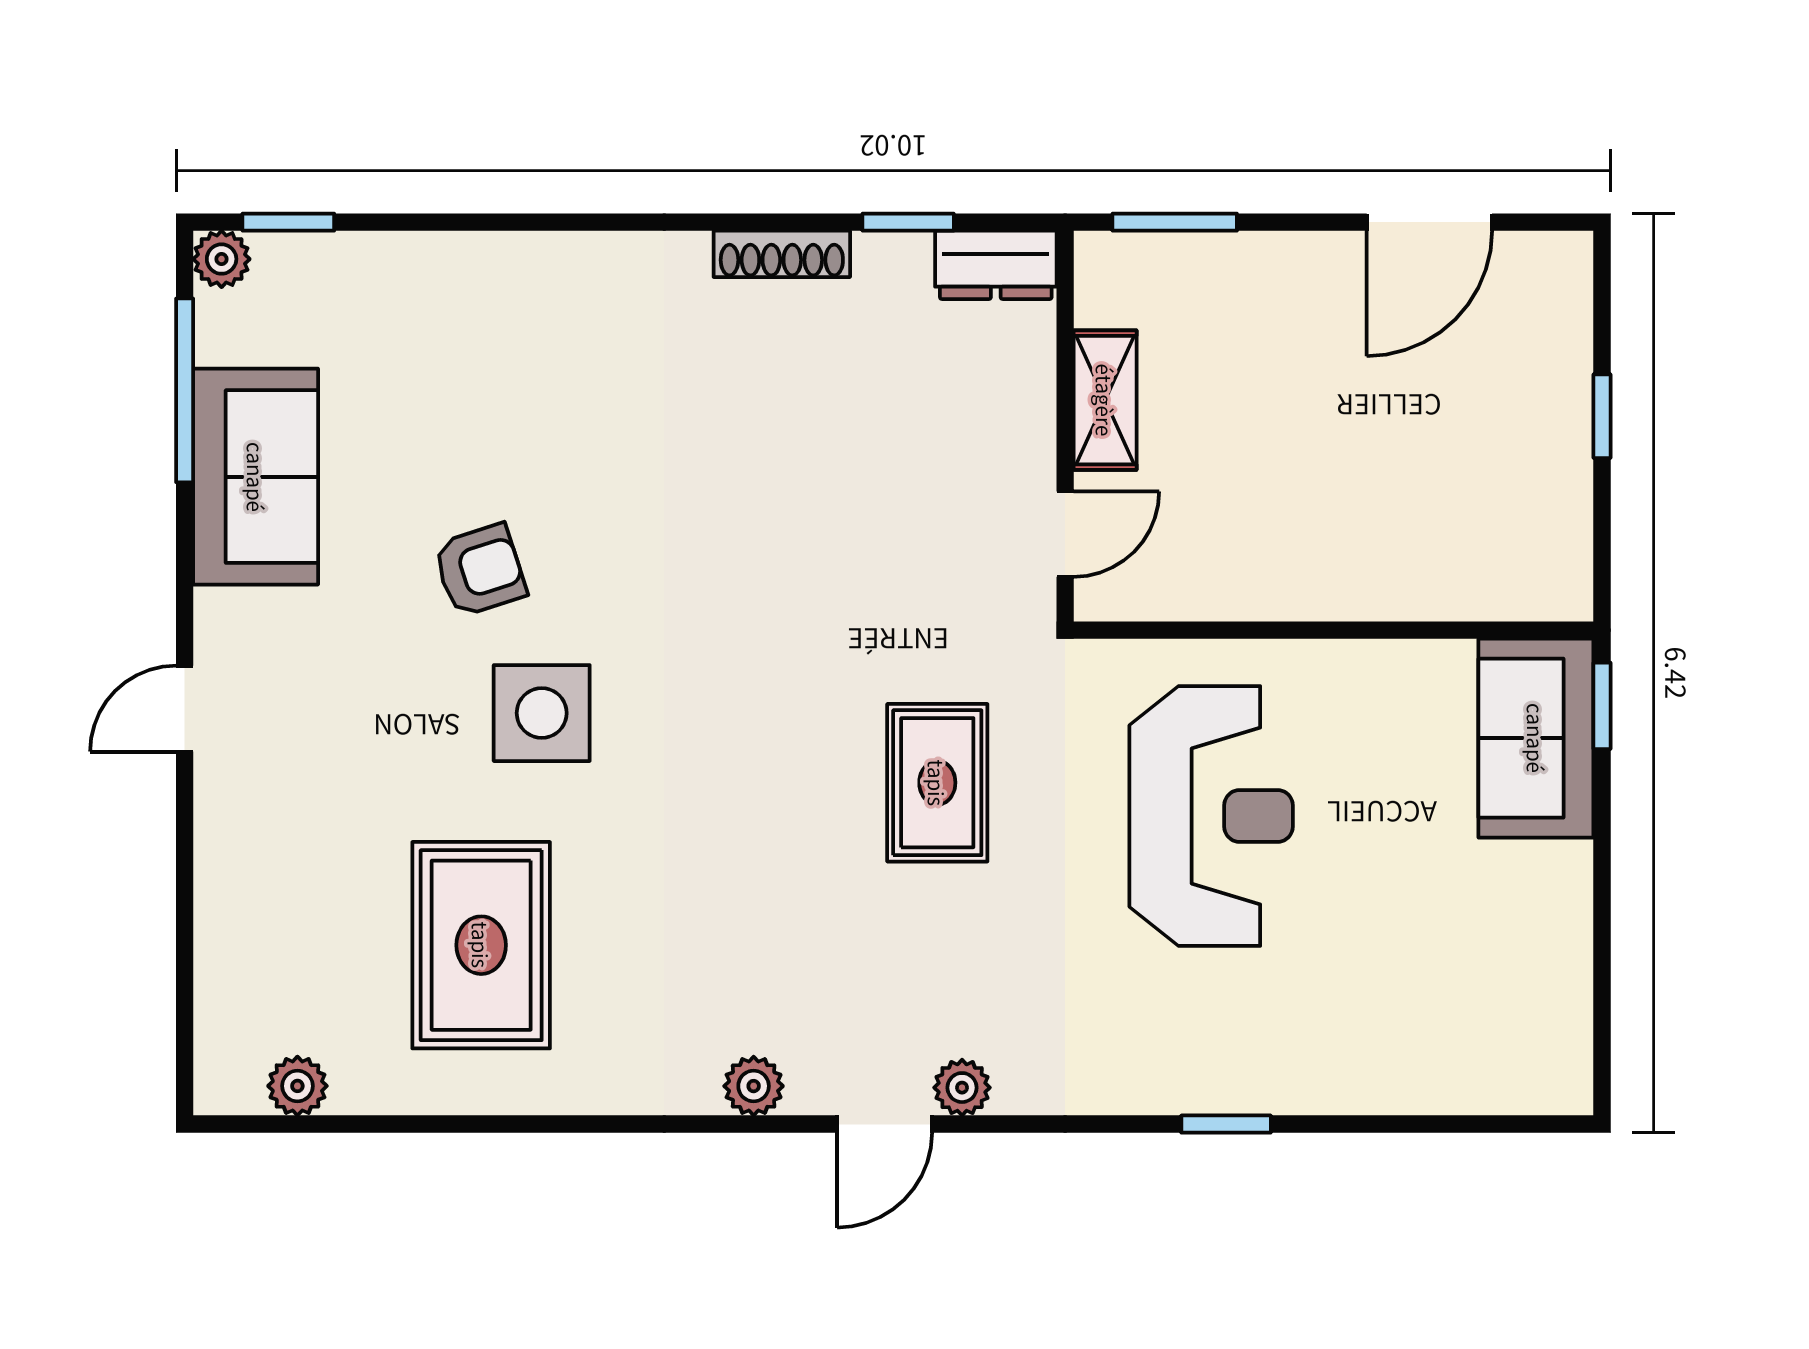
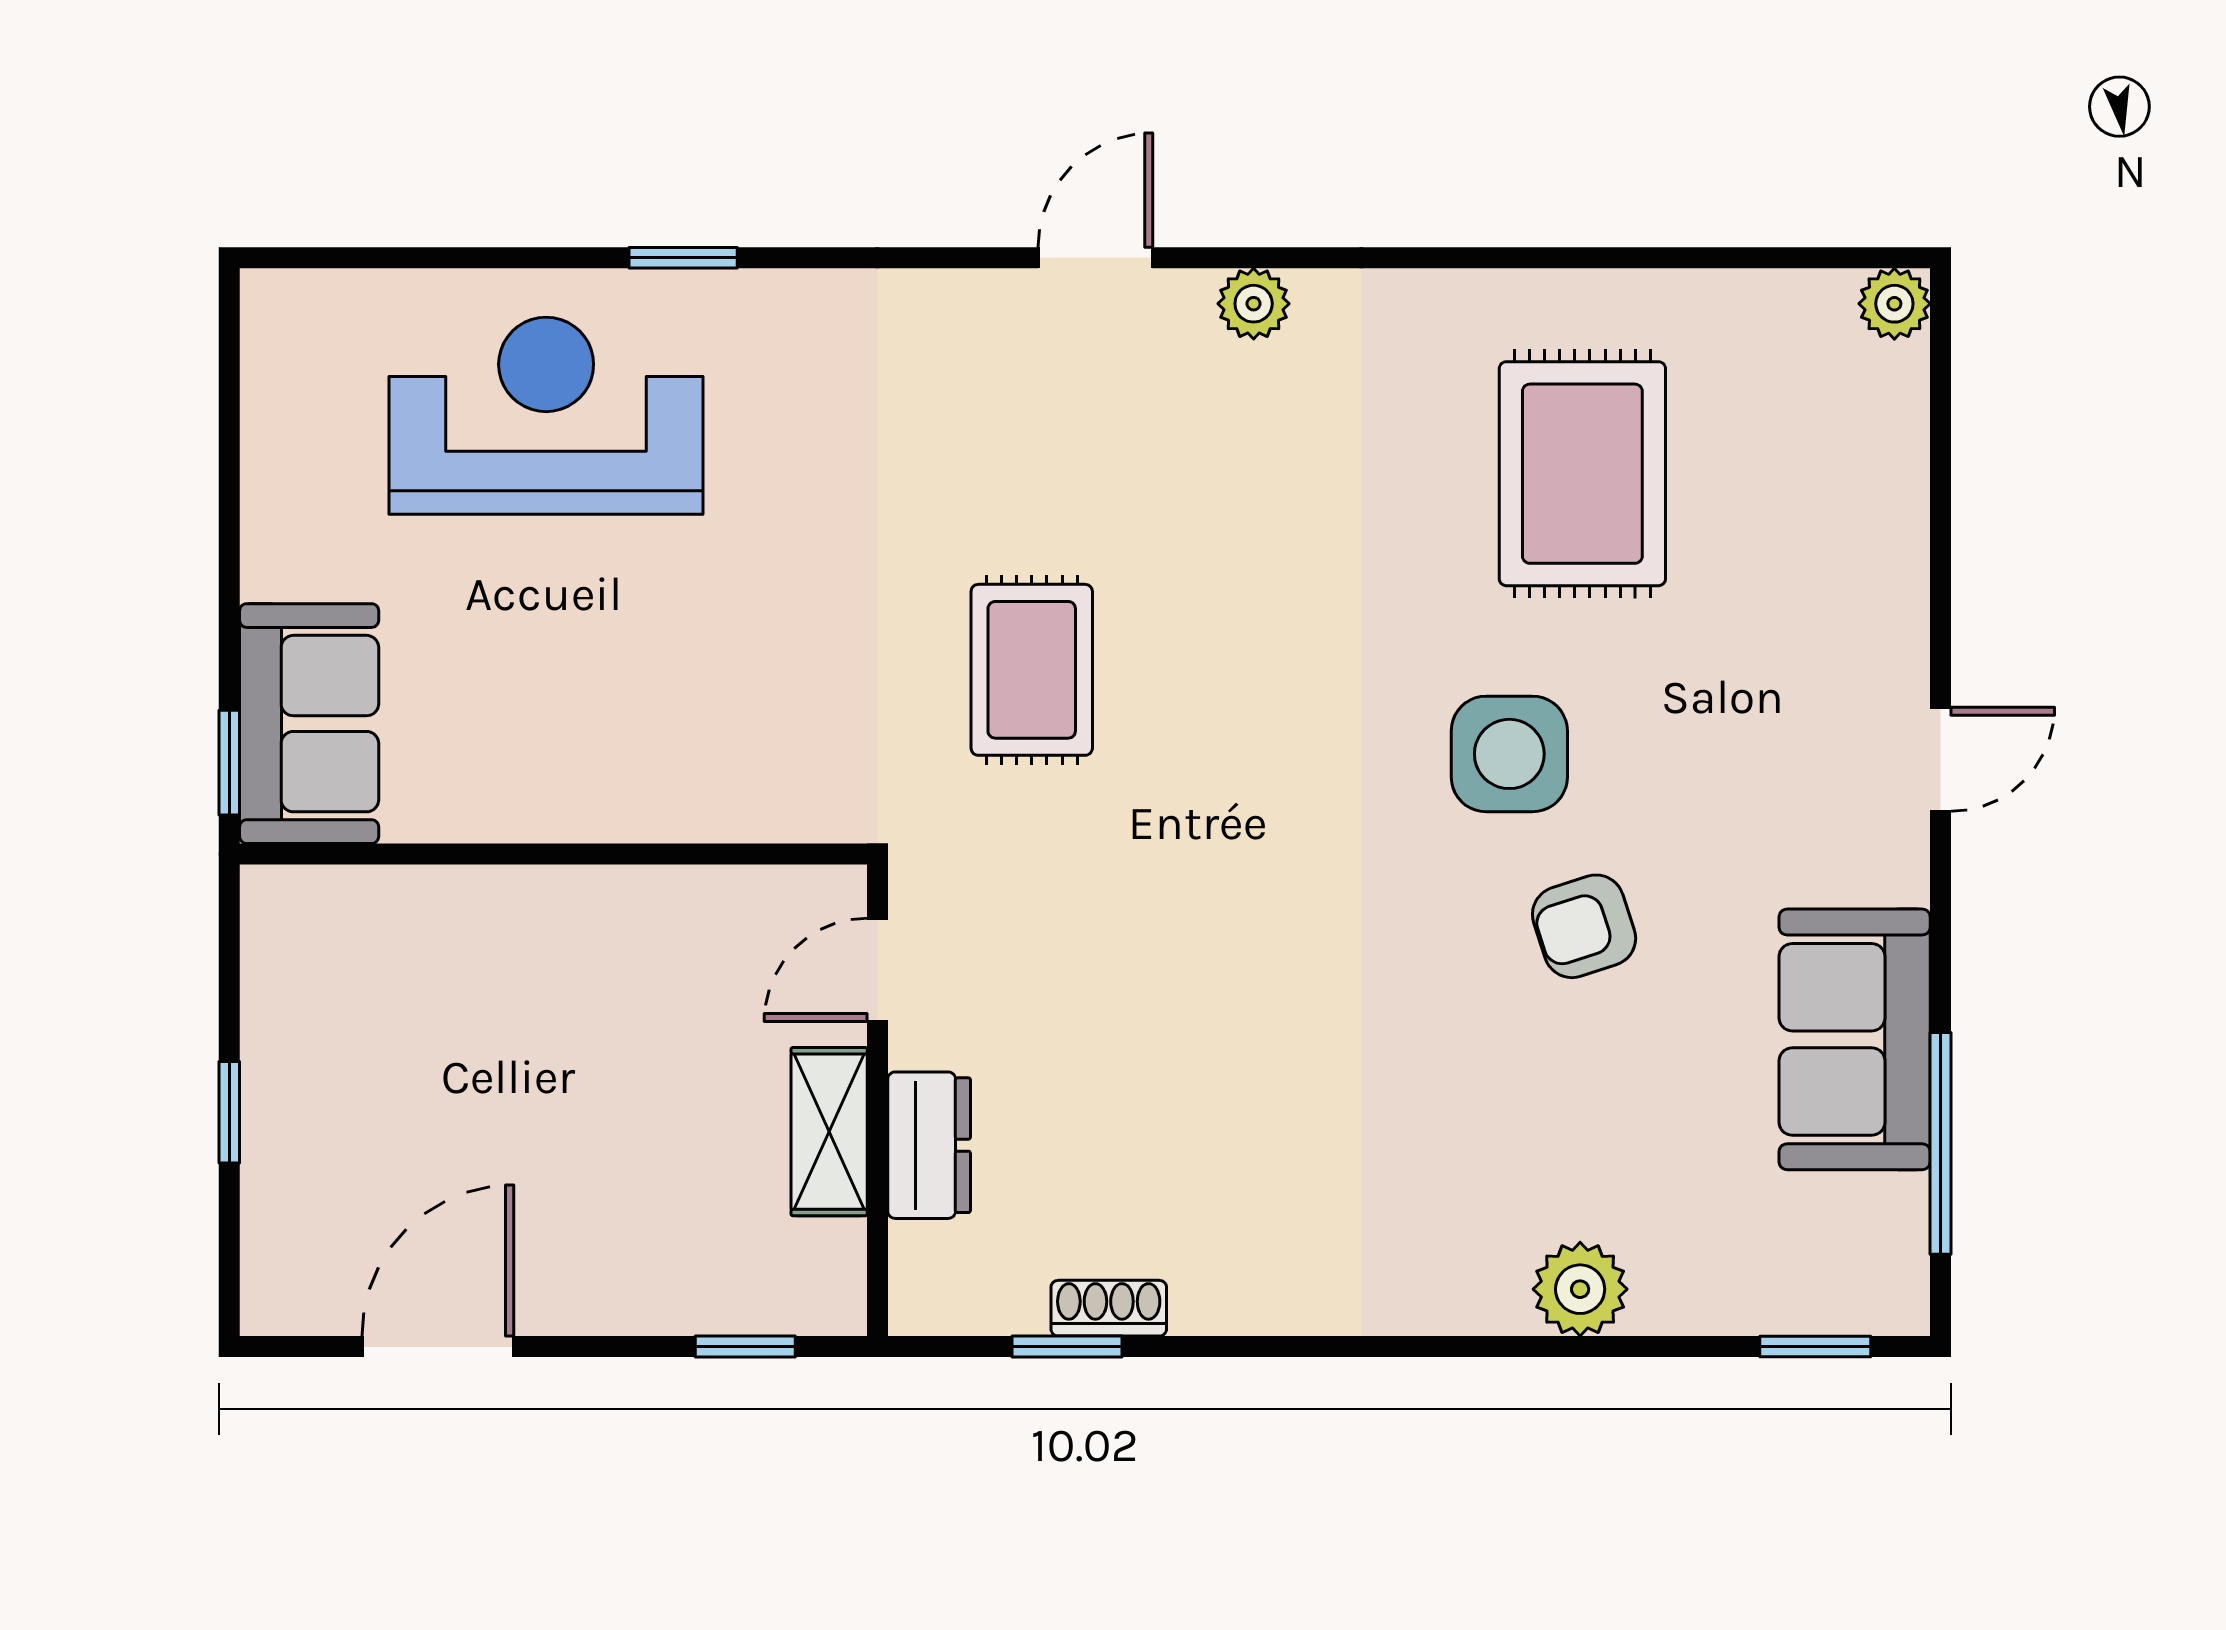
window: (1175, 222) -> (745, 1347), width x0.67
shoe rack: (782, 254) -> (1109, 1308), moved, width x0.70
plant: (222, 259) -> (1580, 1289), moved, width x1.38, depth x1.38
dresser: (996, 265) -> (929, 1145), moved, turned 90
reception desk: (1211, 816) -> (546, 416), moved, turned 90
plant: (297, 1086) -> (1894, 304), moved
plant: (962, 1088) -> (1002, 302), removed

